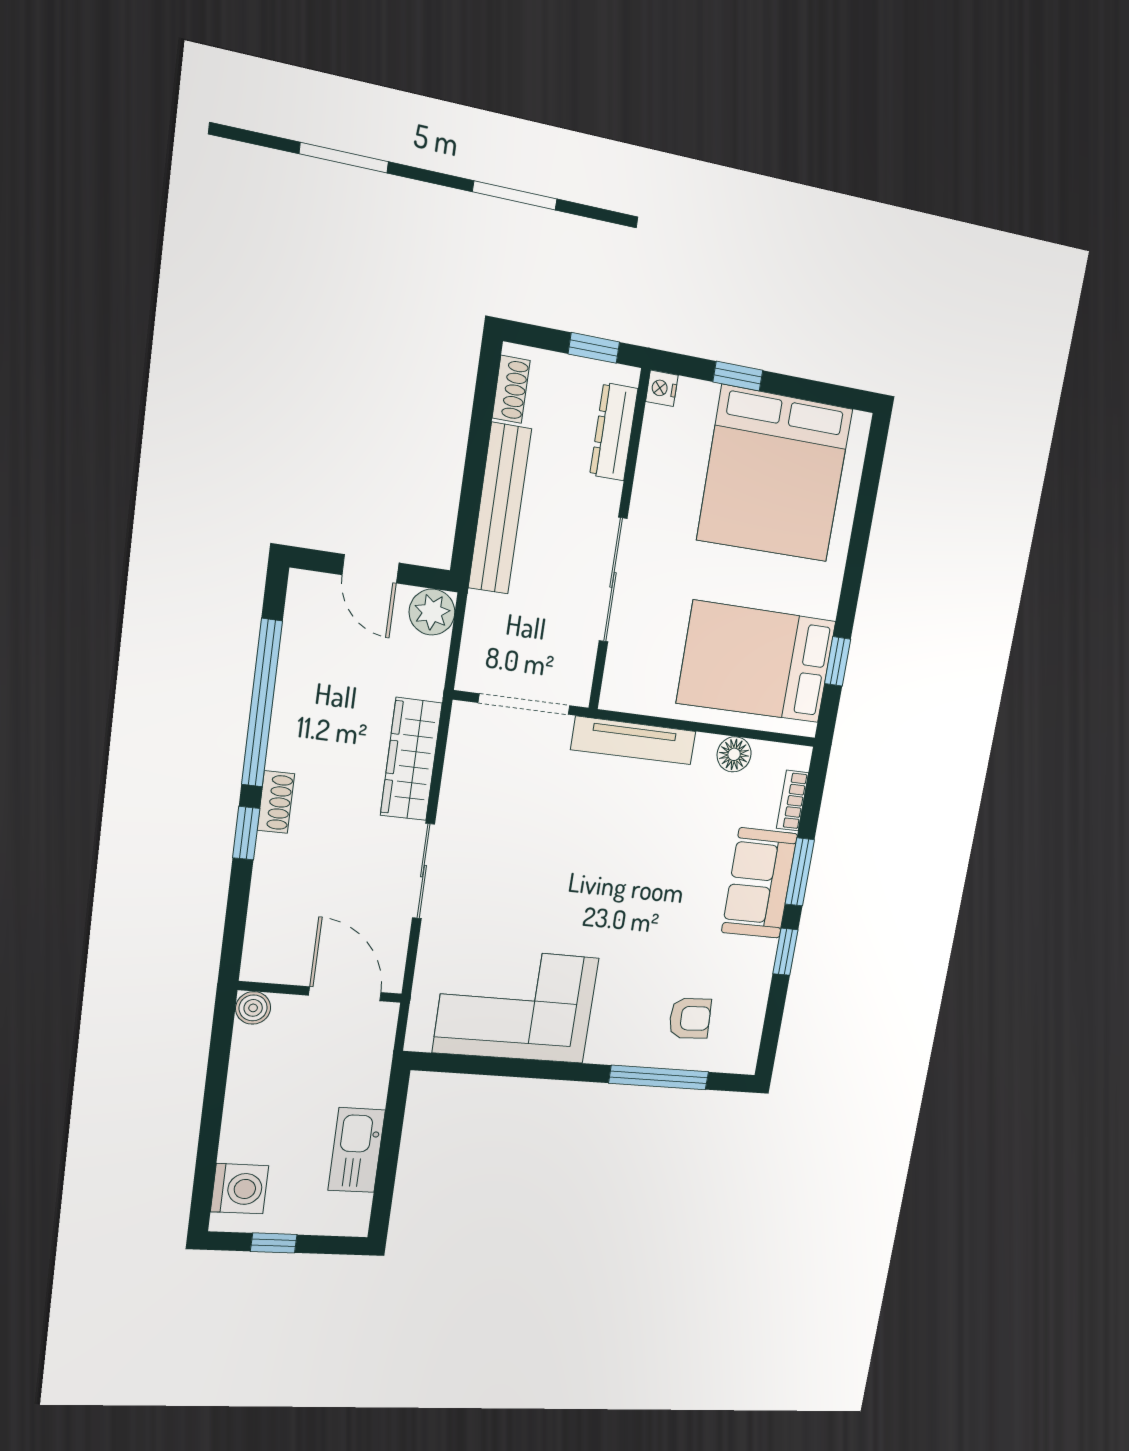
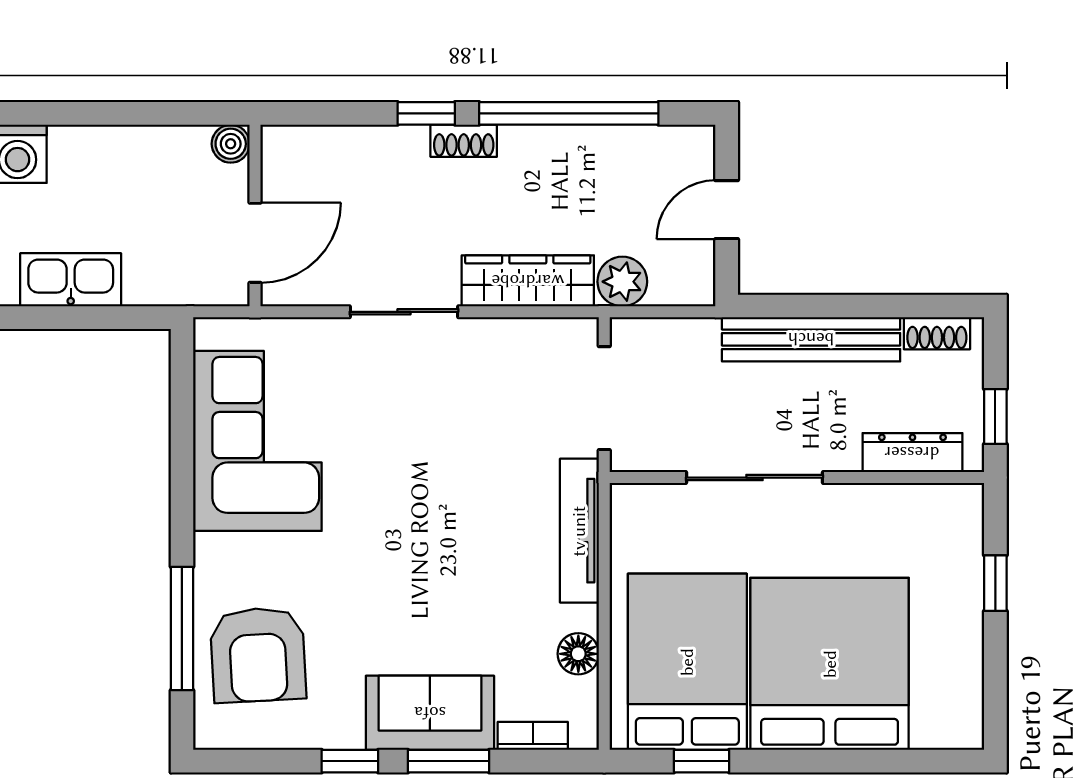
nightstand: (662, 388) -> (967, 499), removed
bed: (775, 474) -> (830, 664), moved, turned 90
plant: (432, 612) -> (622, 282), moved
armchair: (690, 1018) -> (258, 655), width x1.88, depth x1.88

